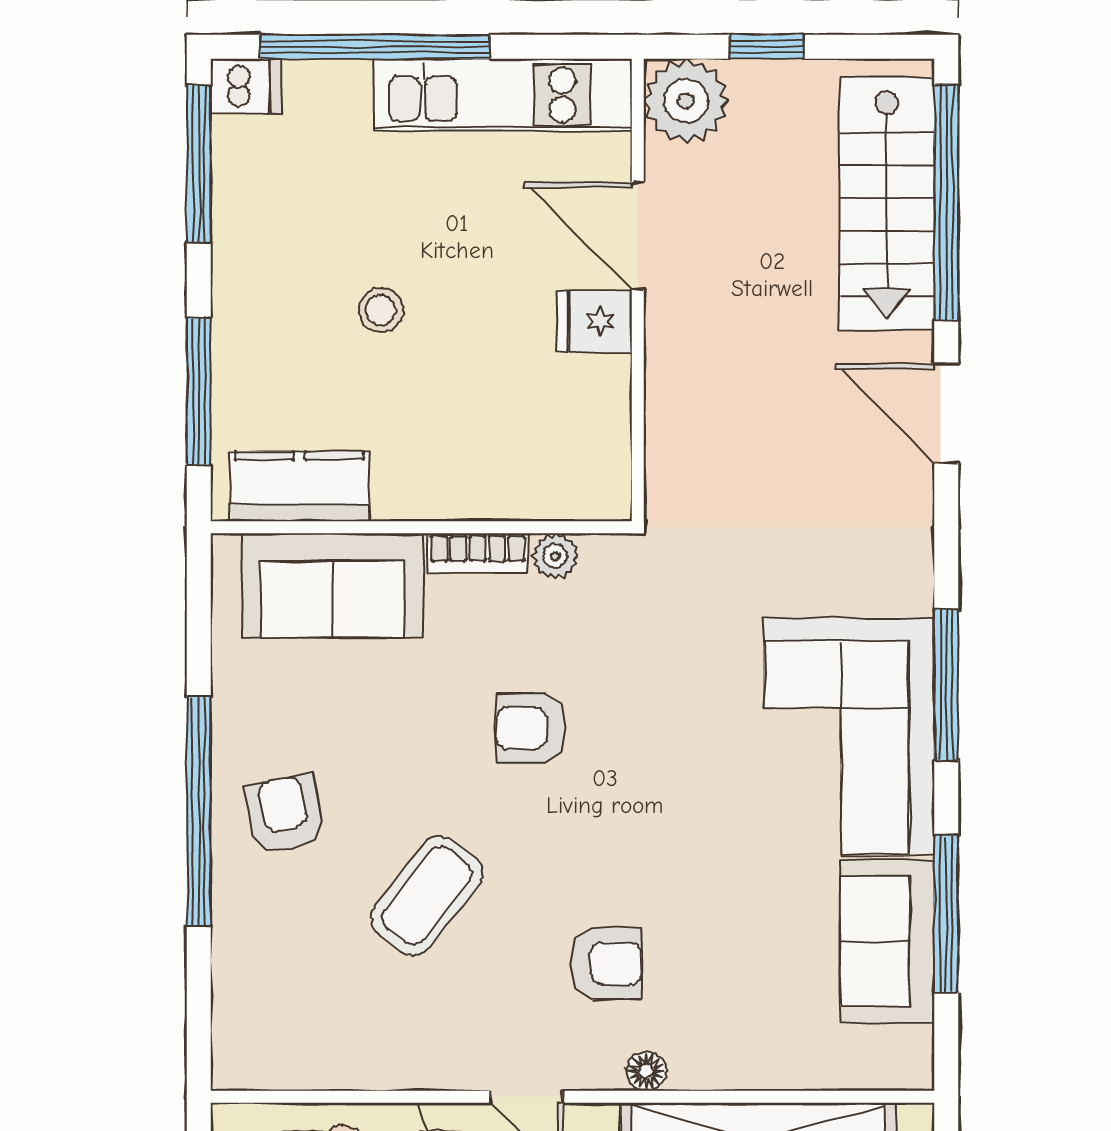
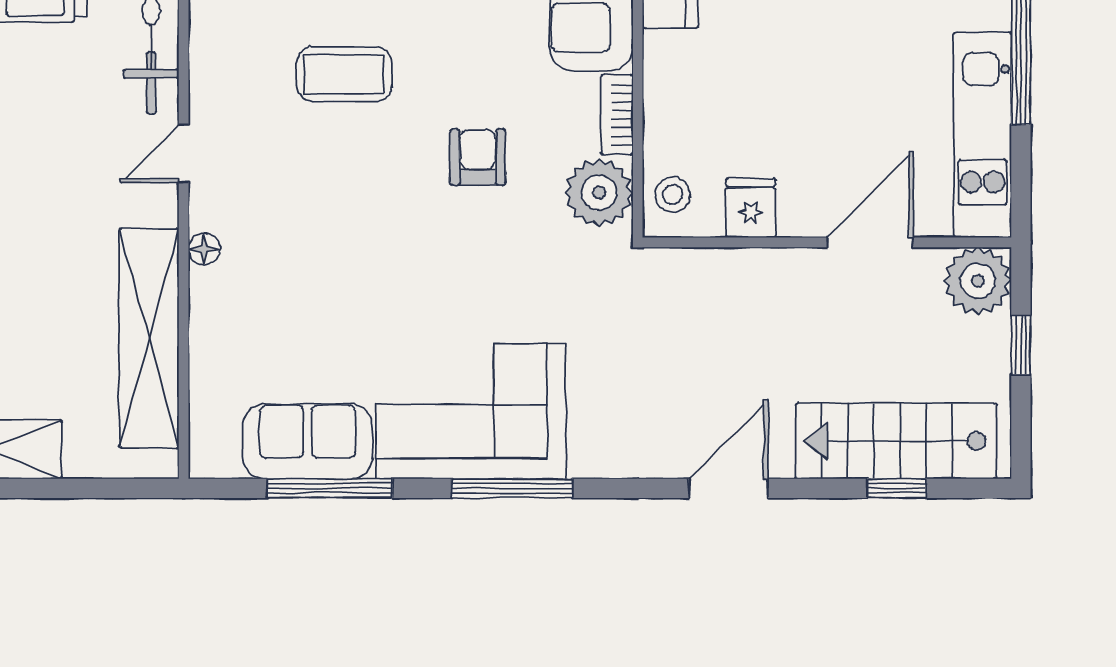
window: (946, 203) -> (897, 488), width x0.32
stool: (381, 310) -> (673, 195), moved
fridge: (595, 321) -> (751, 208), moved
plant: (555, 556) -> (599, 193), width x1.88, depth x1.88
coffee table: (427, 896) -> (344, 74), turned -38
armchair: (606, 963) -> (290, 217), removed

